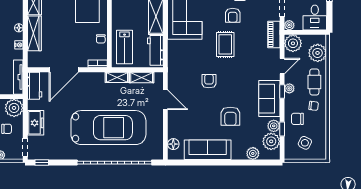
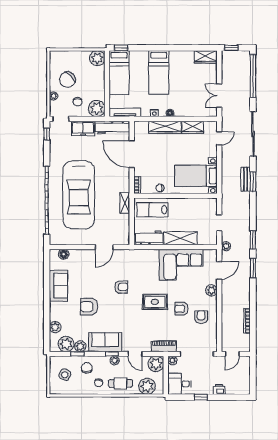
shelving: (142, 77) -> (125, 225), removed
workbench: (35, 86) -> (112, 127), width x1.38
sofa: (208, 150) -> (58, 286), width x0.73

